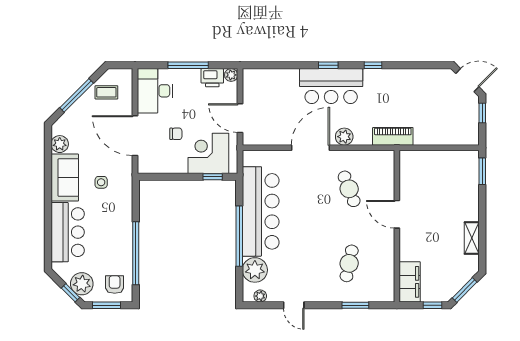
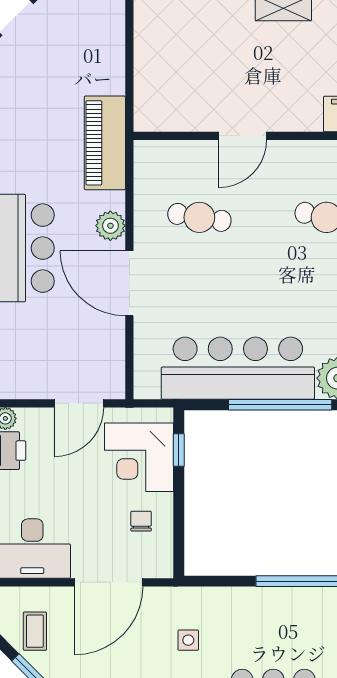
chair: (176, 134) -> (141, 521), moved
piano: (393, 136) -> (105, 143), width x1.37, depth x1.33
cafe table: (349, 189) -> (199, 217), turned 30

